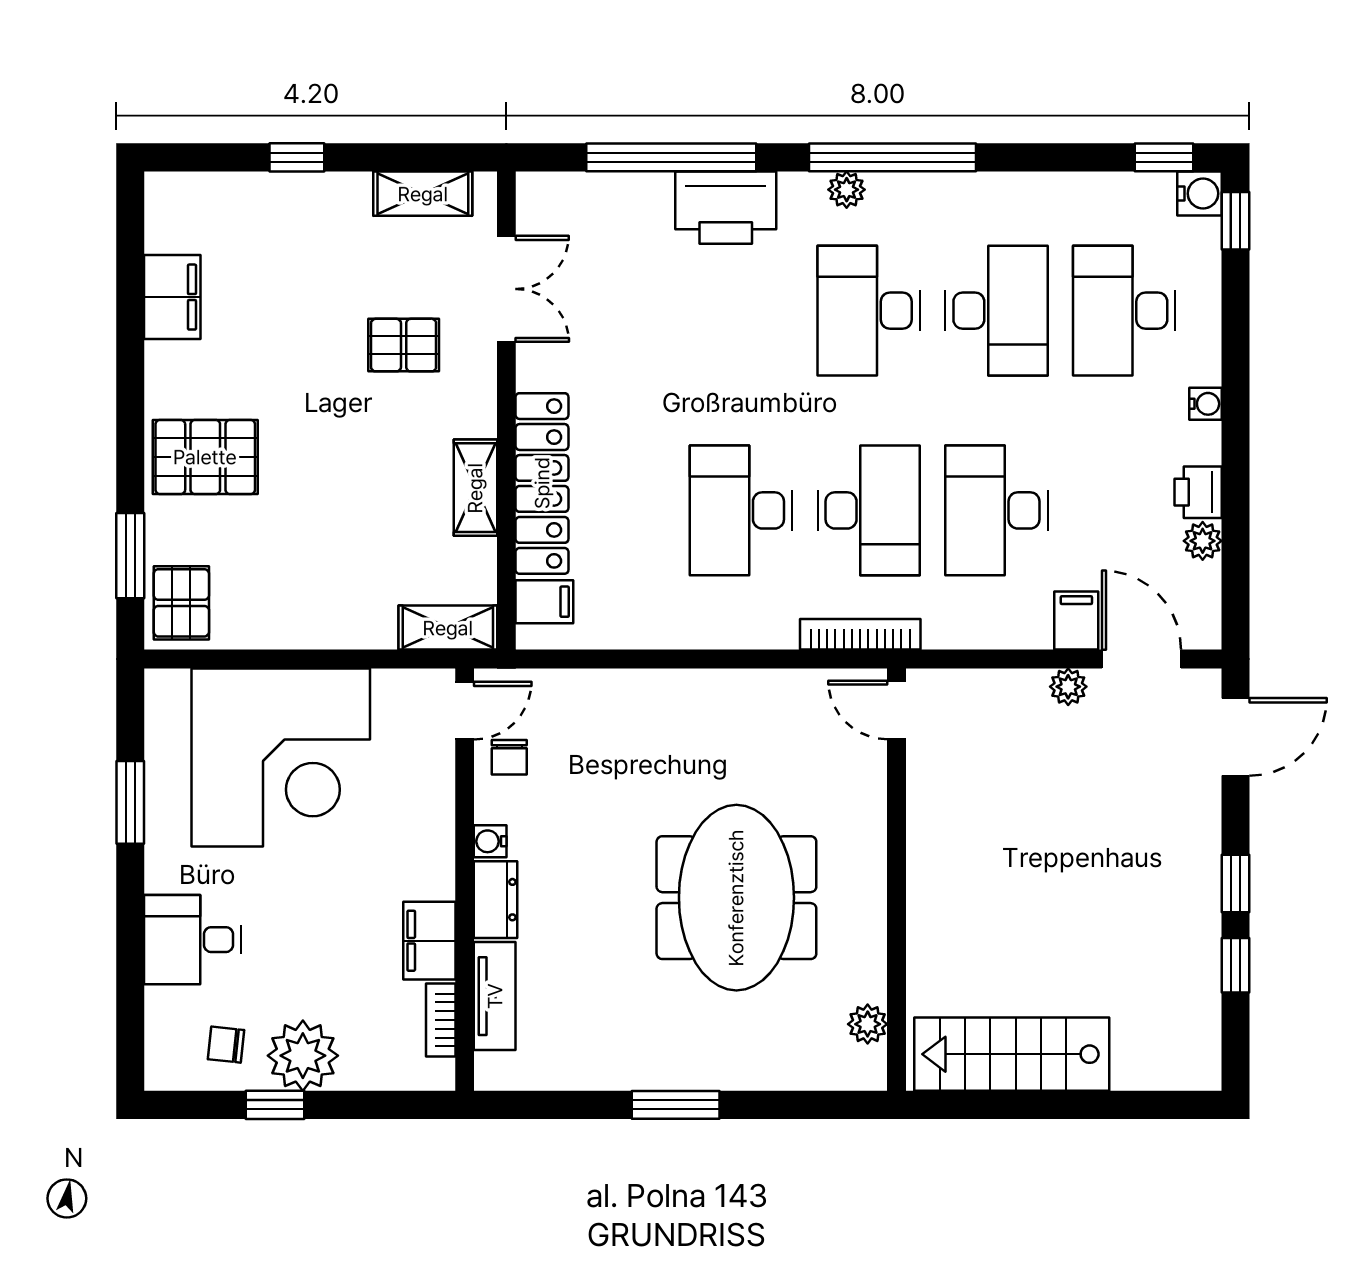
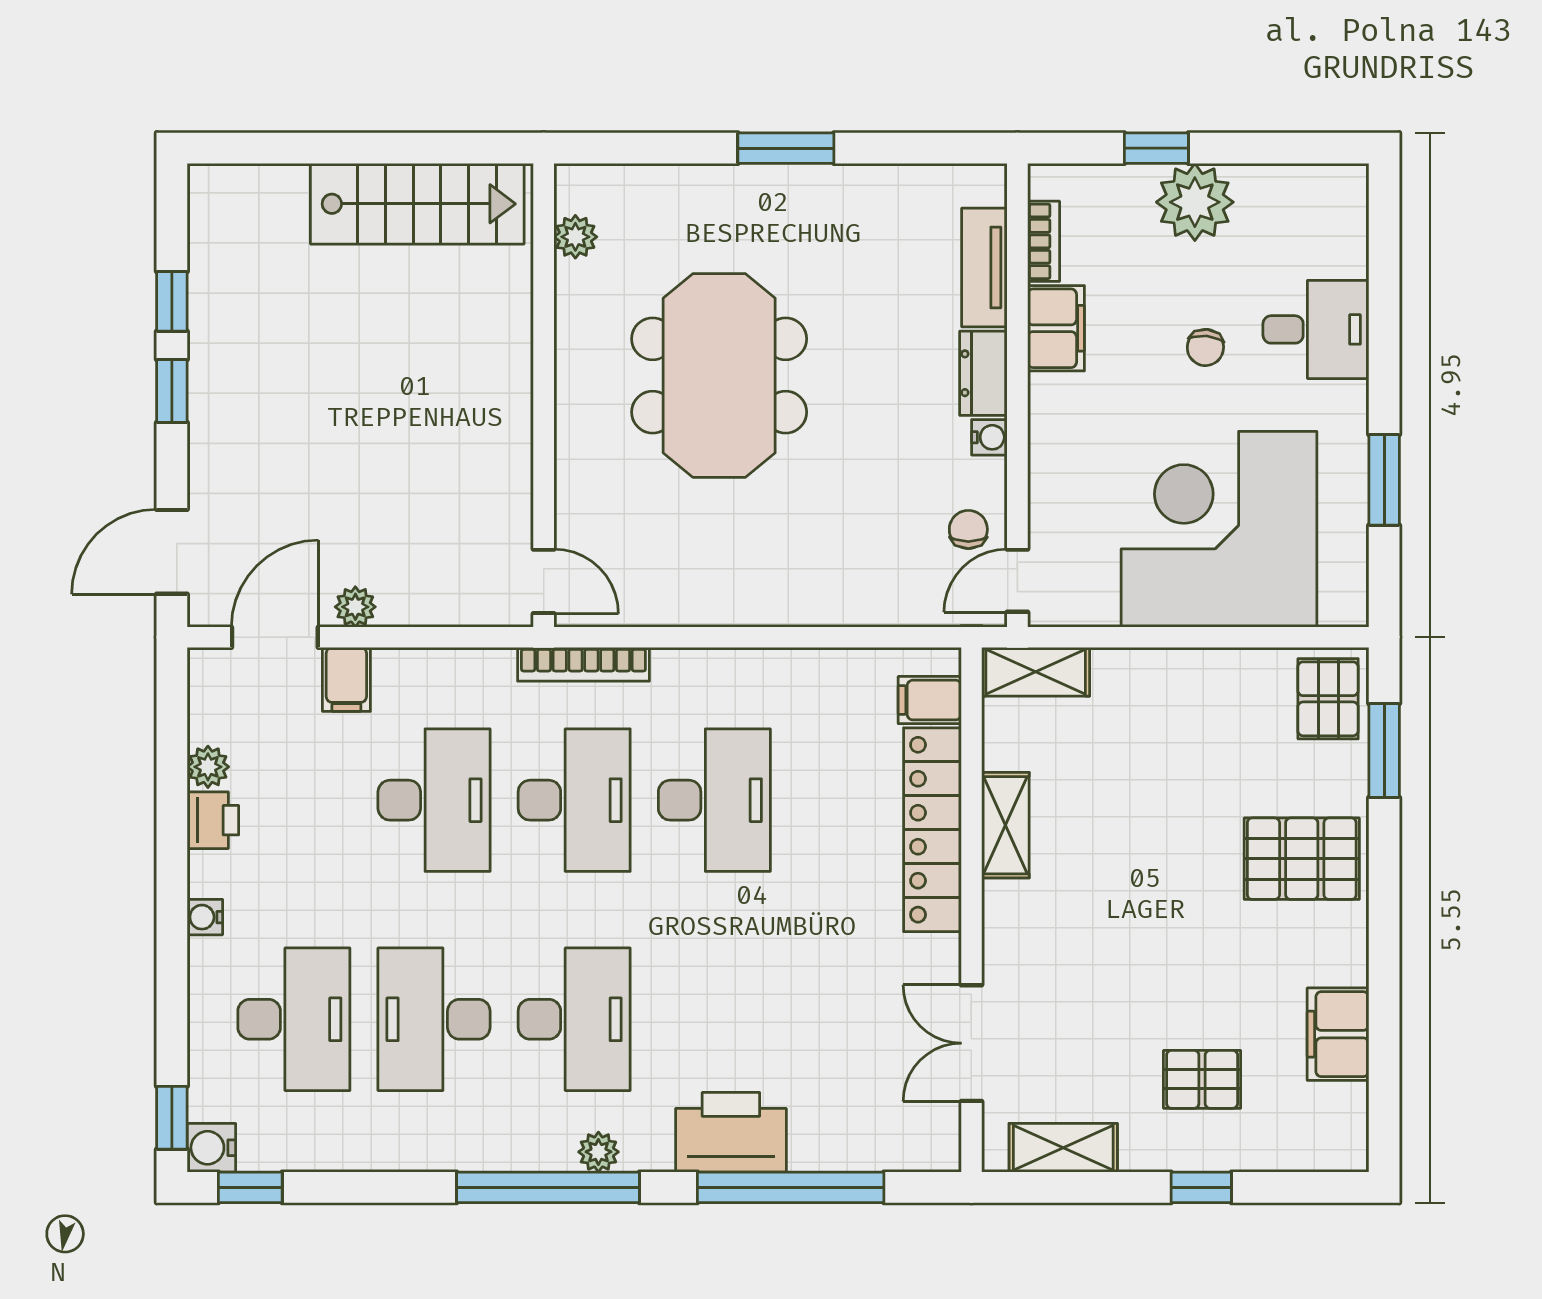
pallet: (404, 345) -> (1202, 1079), moved
desk: (869, 510) -> (574, 800), turned 180
door: (1142, 659) -> (275, 637), swing flipped
chair: (226, 1045) -> (1205, 348), moved, turned 90
window: (275, 1105) -> (1156, 148), moved

